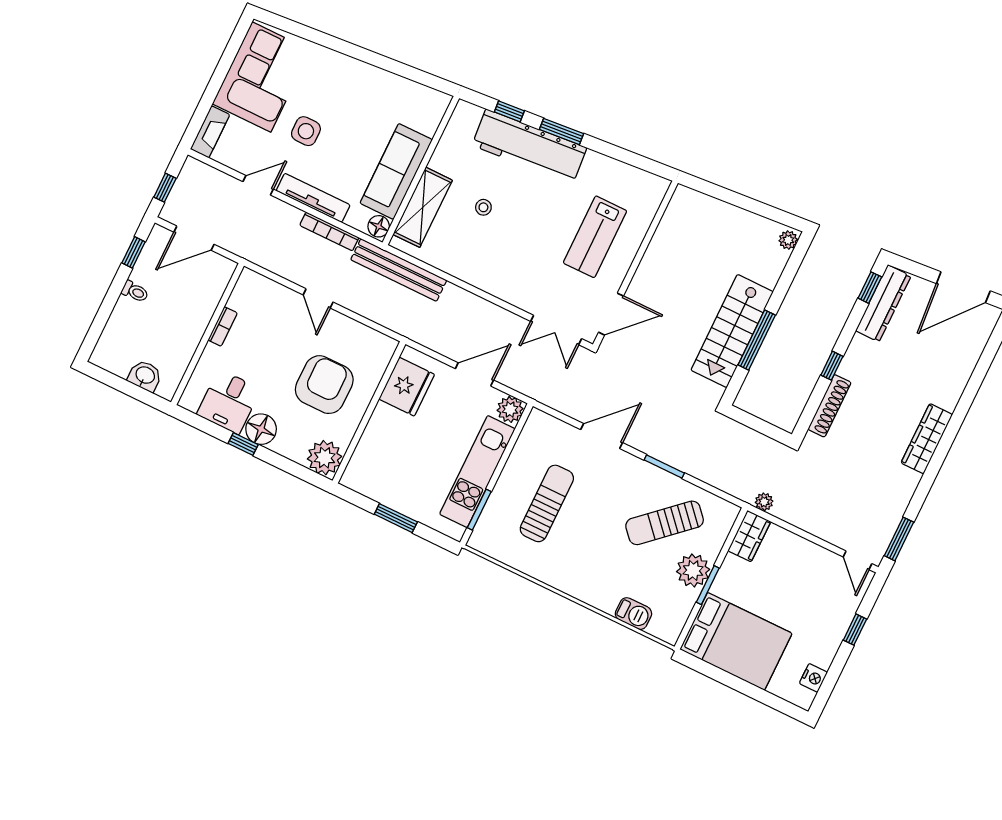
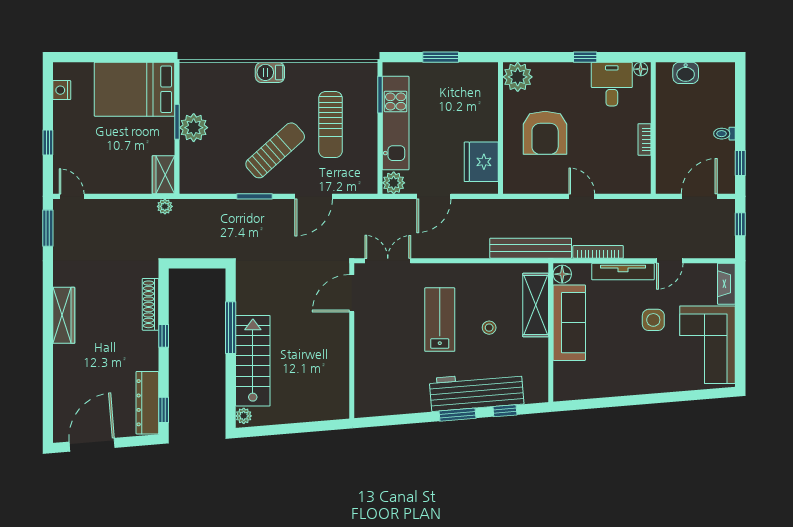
lab bench: (595, 237) -> (440, 320), moved
stairs: (732, 331) -> (253, 361), moved
floor lamp: (261, 429) -> (641, 69), moved, width x0.53, depth x0.53
sun lounger: (665, 523) -> (275, 150), moved
barbecue: (633, 614) -> (270, 72), moved

